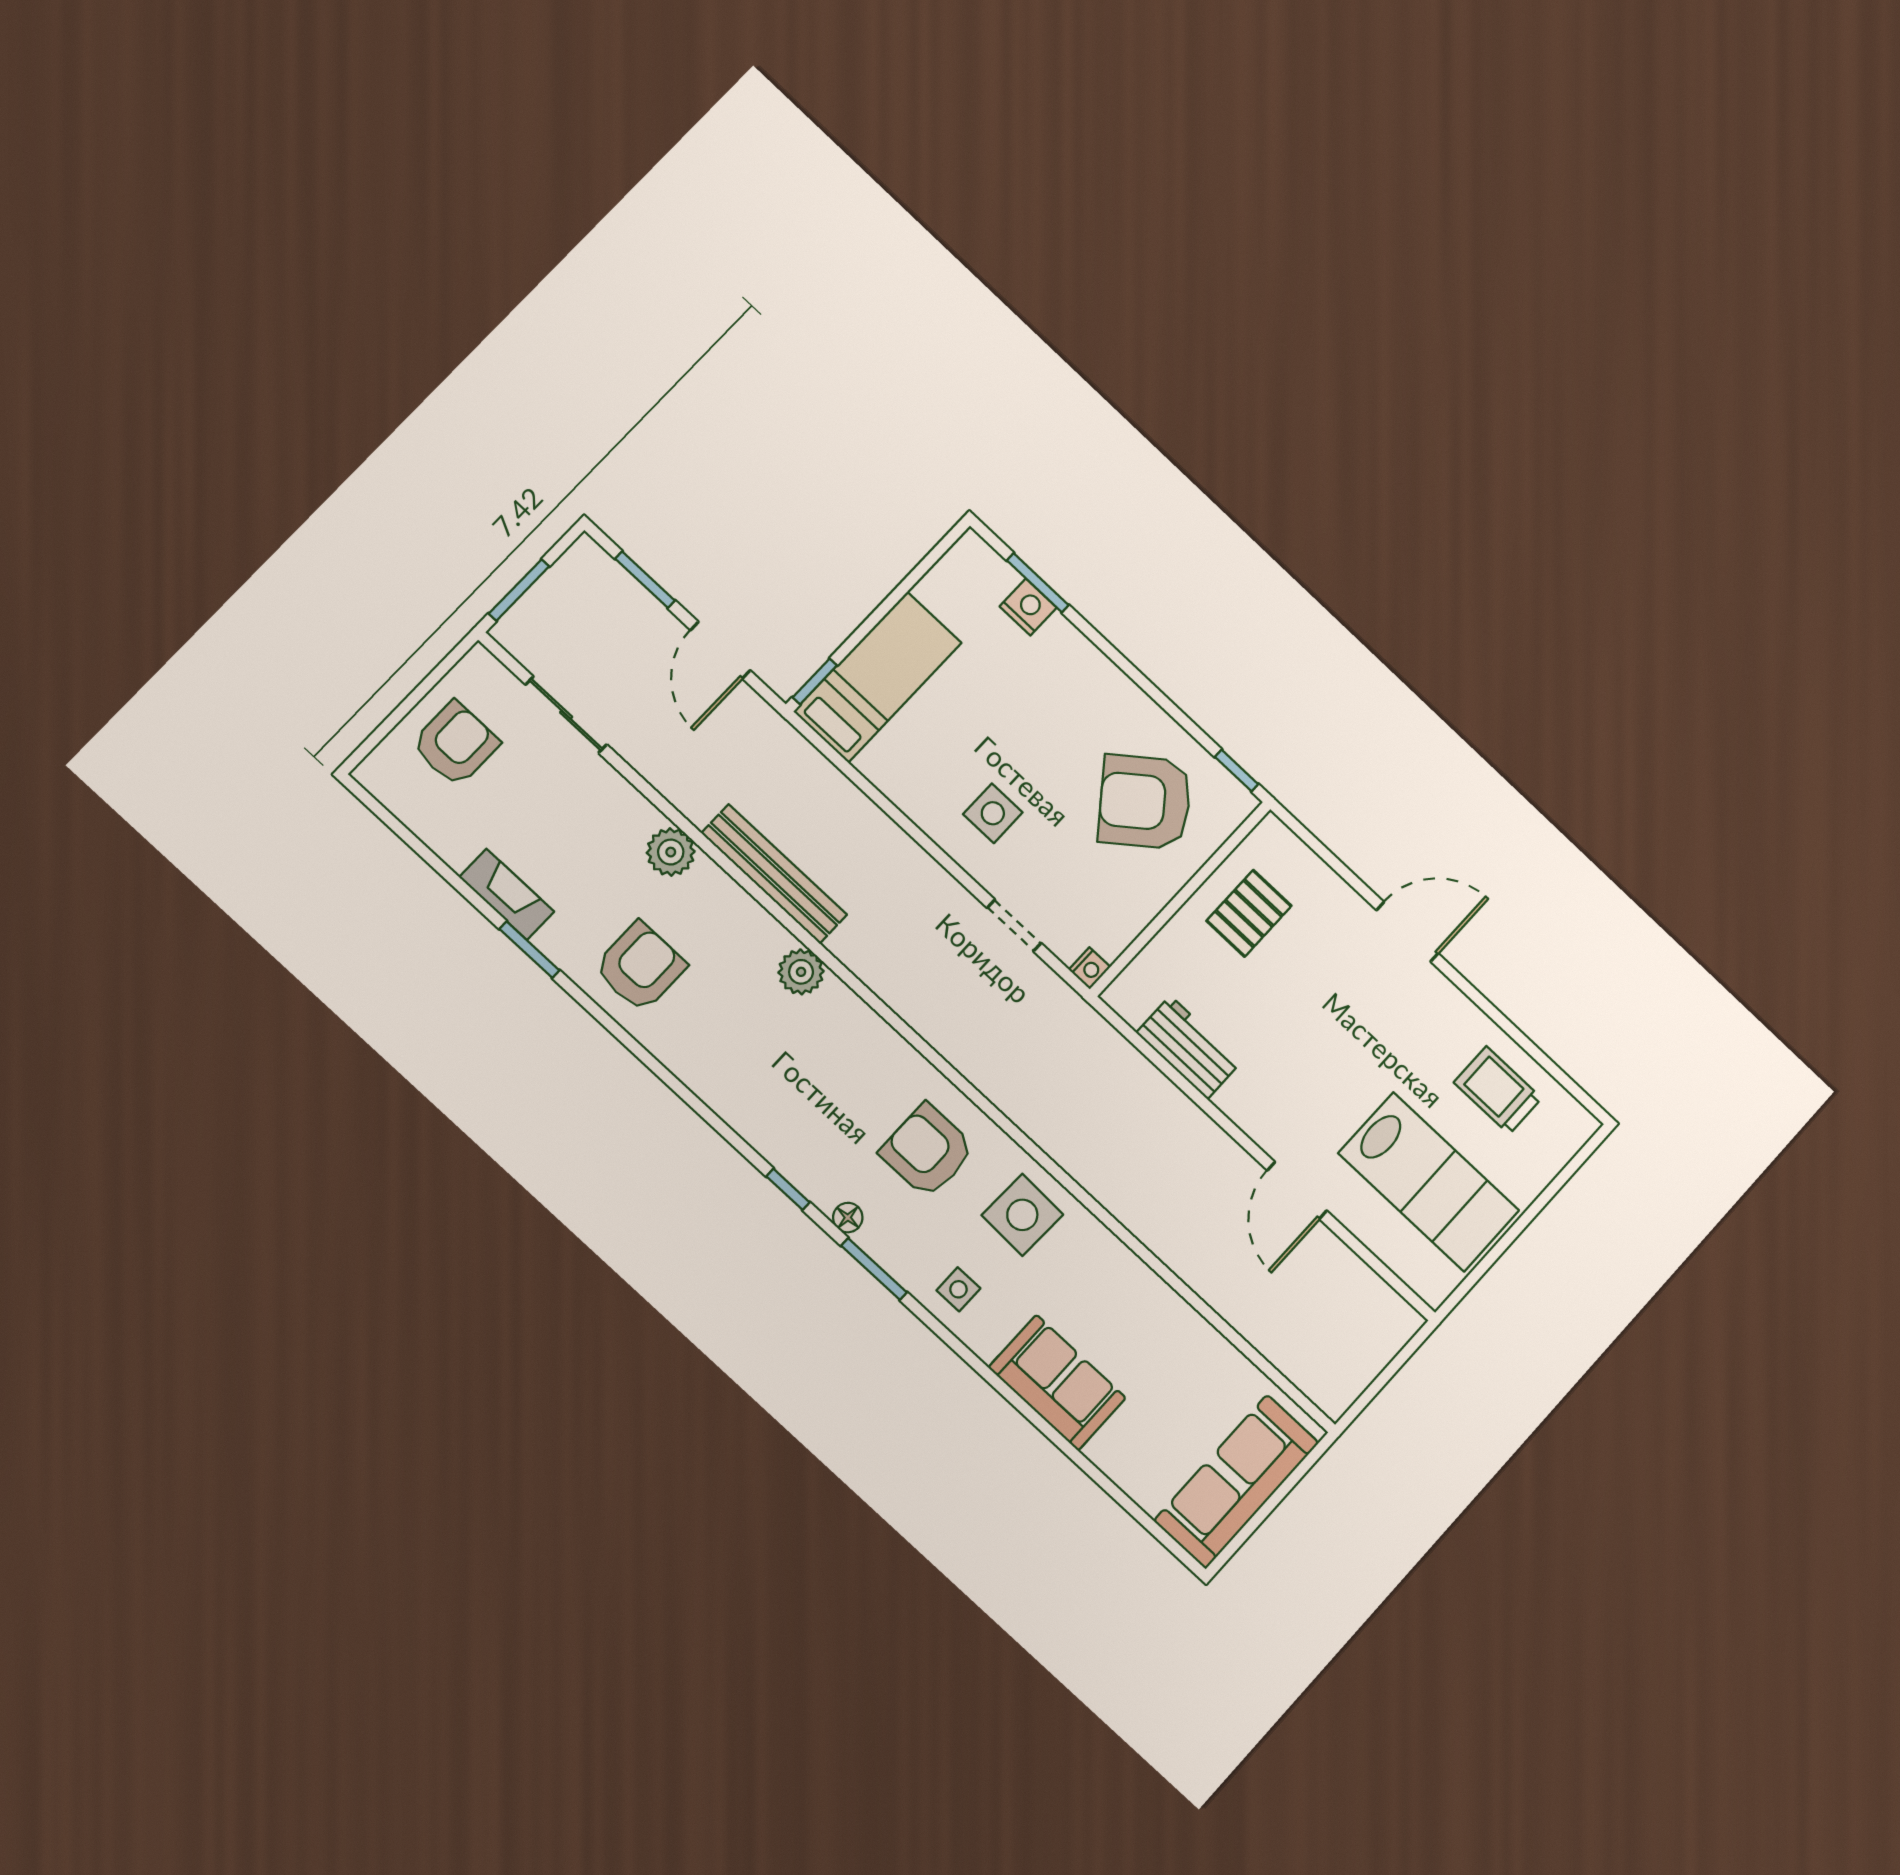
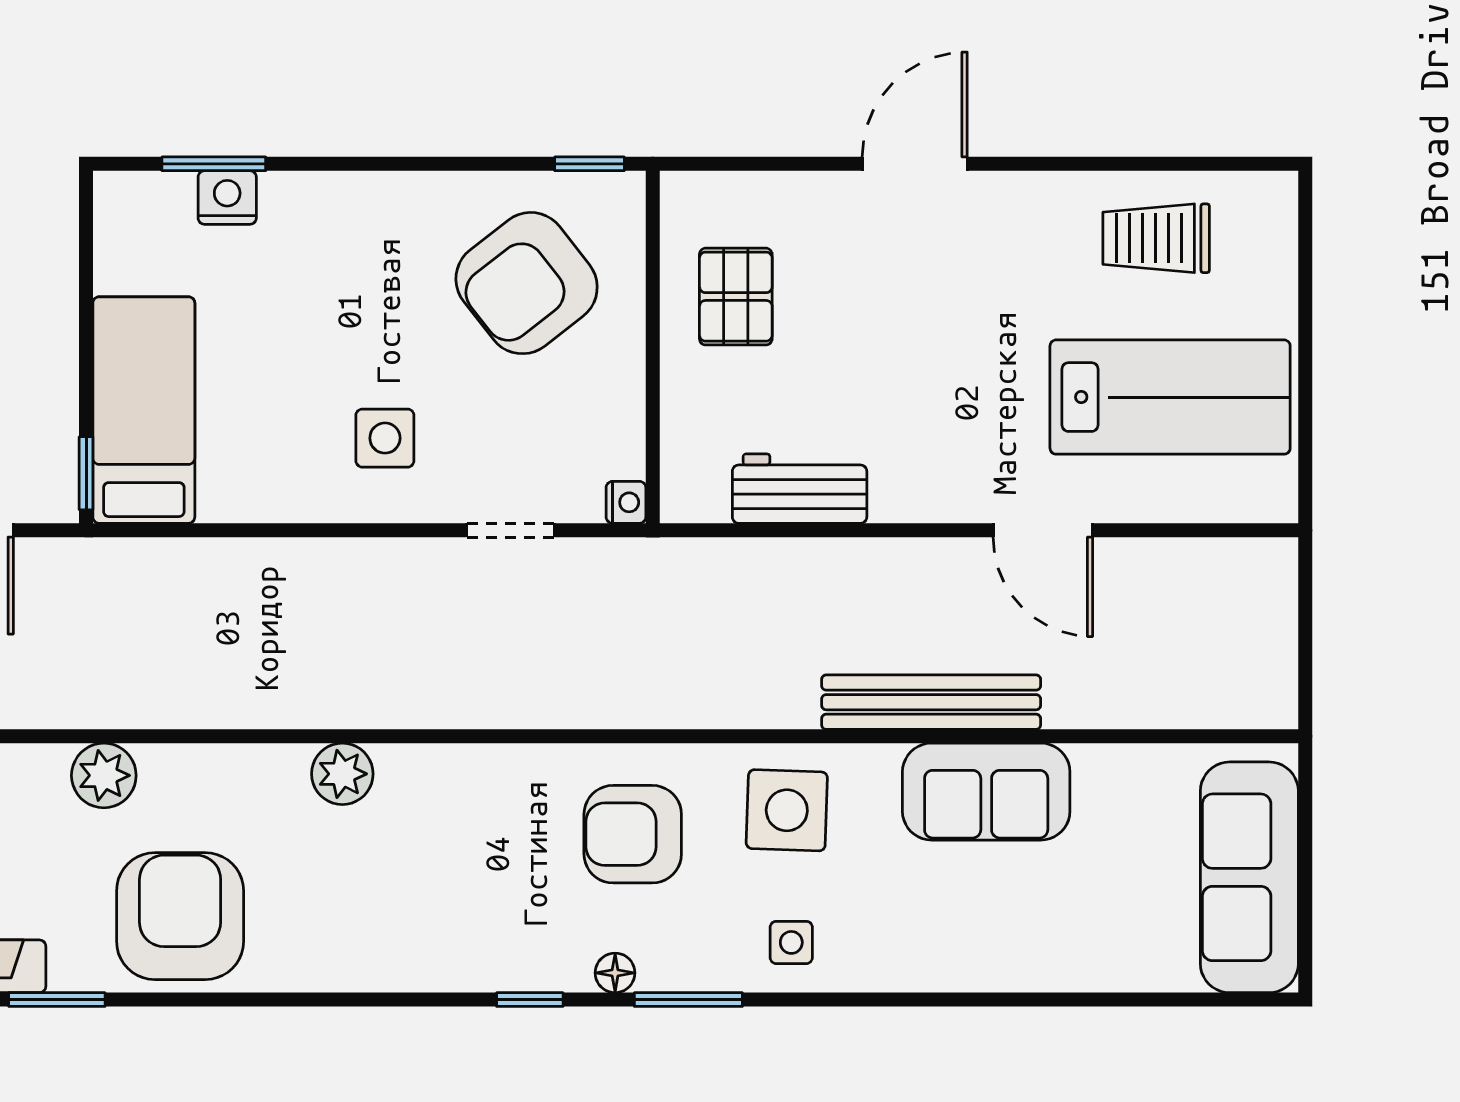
bench: (774, 874) -> (931, 702), moved
armchair: (640, 967) -> (180, 916), width x1.36, depth x1.36
sofa: (1057, 1383) -> (986, 792), moved, turned 180

